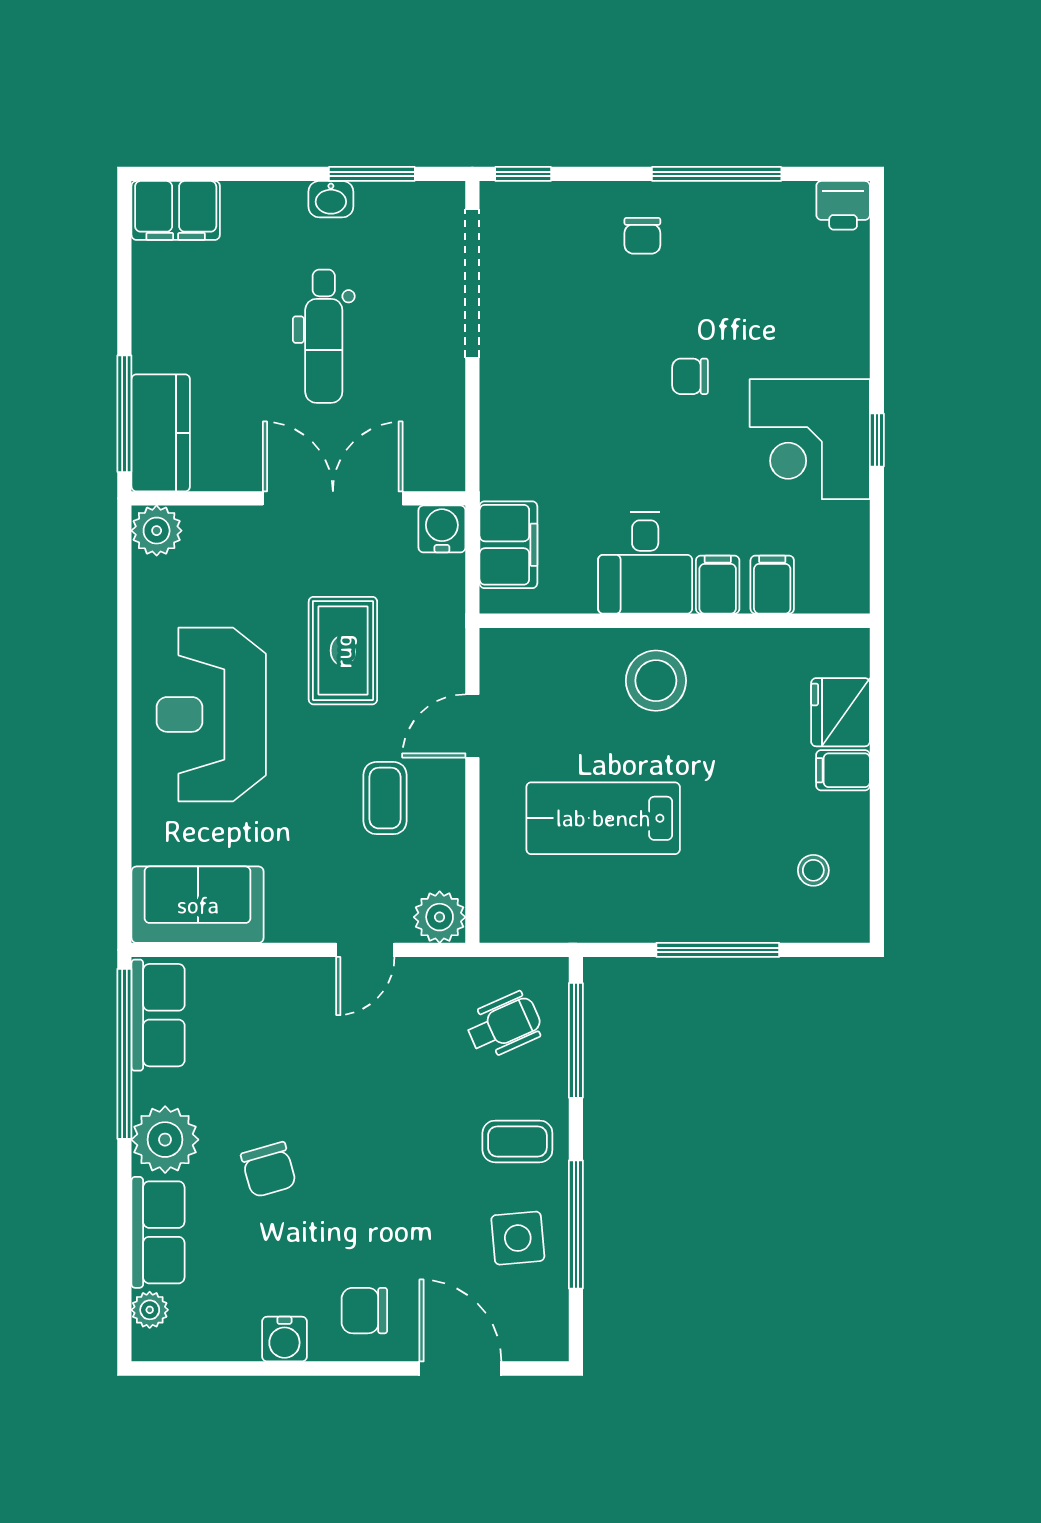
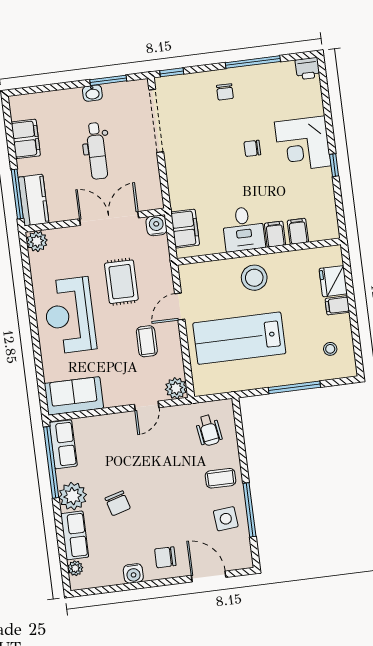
filing cabinet: (176, 210) -> (26, 139), moved, turned -90
corner desk: (810, 439) -> (303, 144), moved
lab bench: (603, 818) -> (239, 338), width x1.36, depth x1.39
wheelchair: (504, 1025) -> (209, 430), turned 105
window: (576, 1040) -> (240, 433), removed

